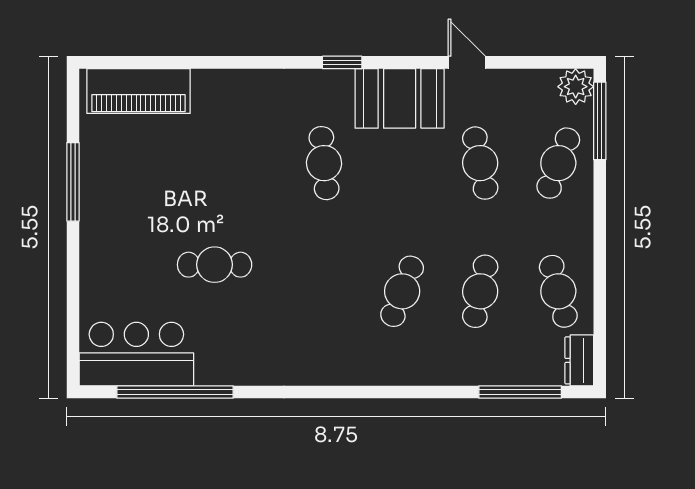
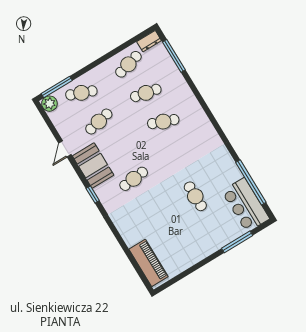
window: (73, 182) -> (237, 242), moved

